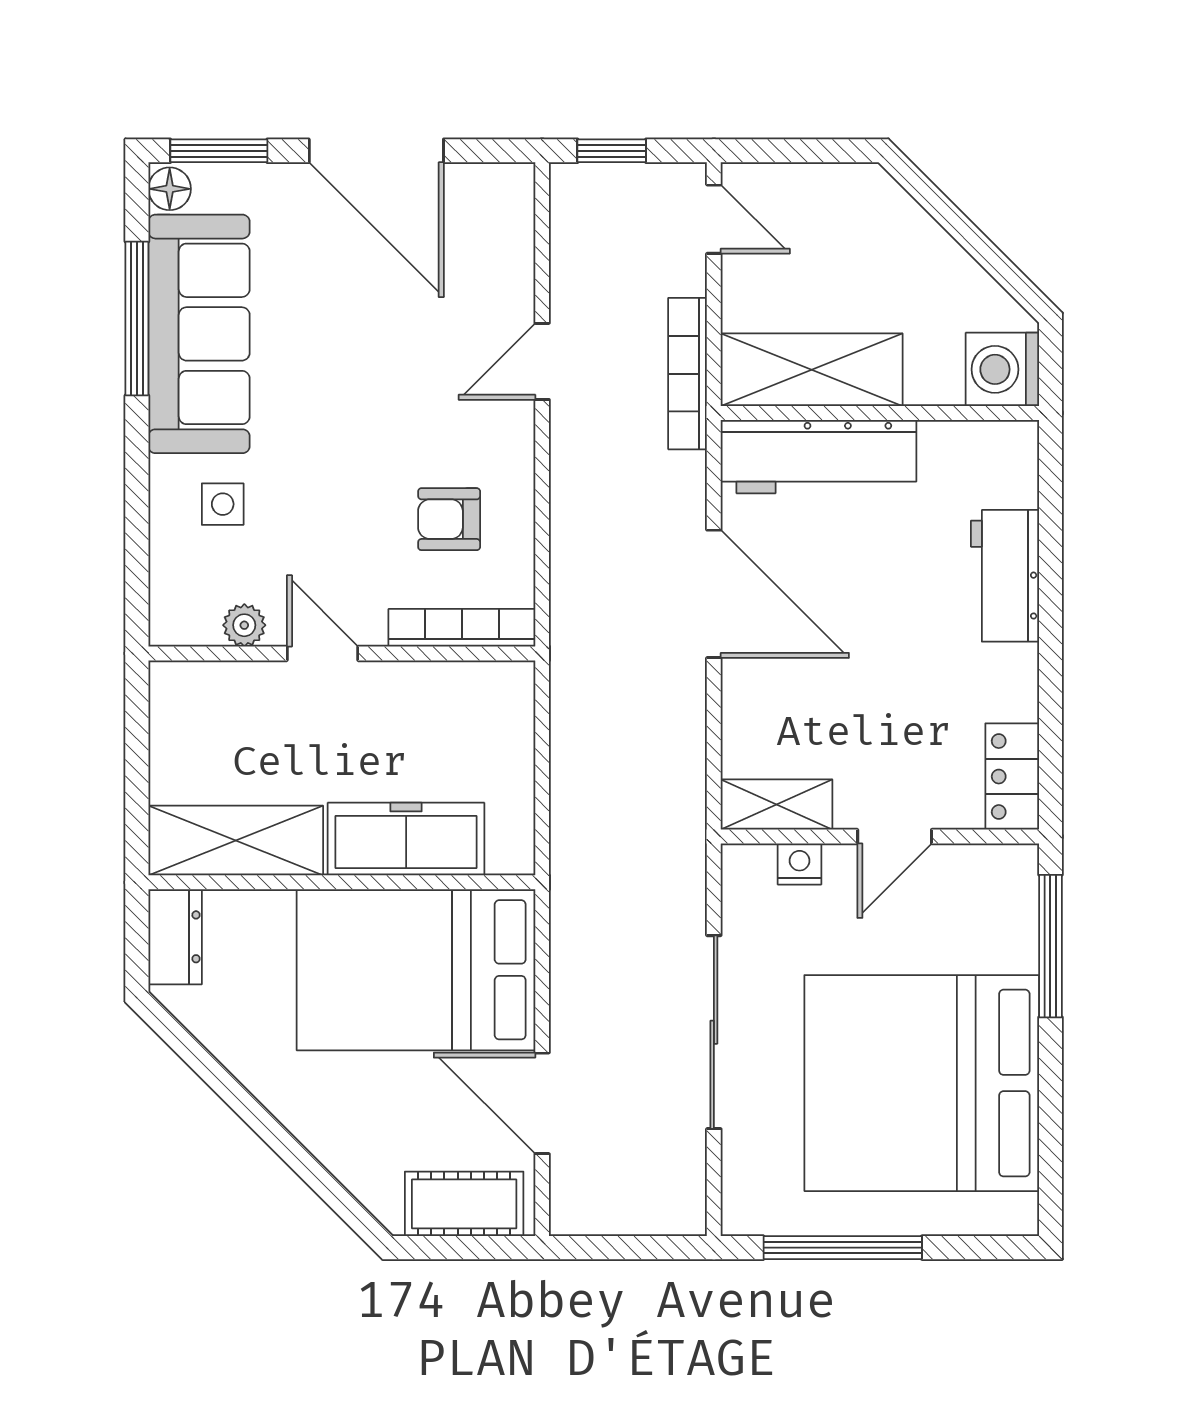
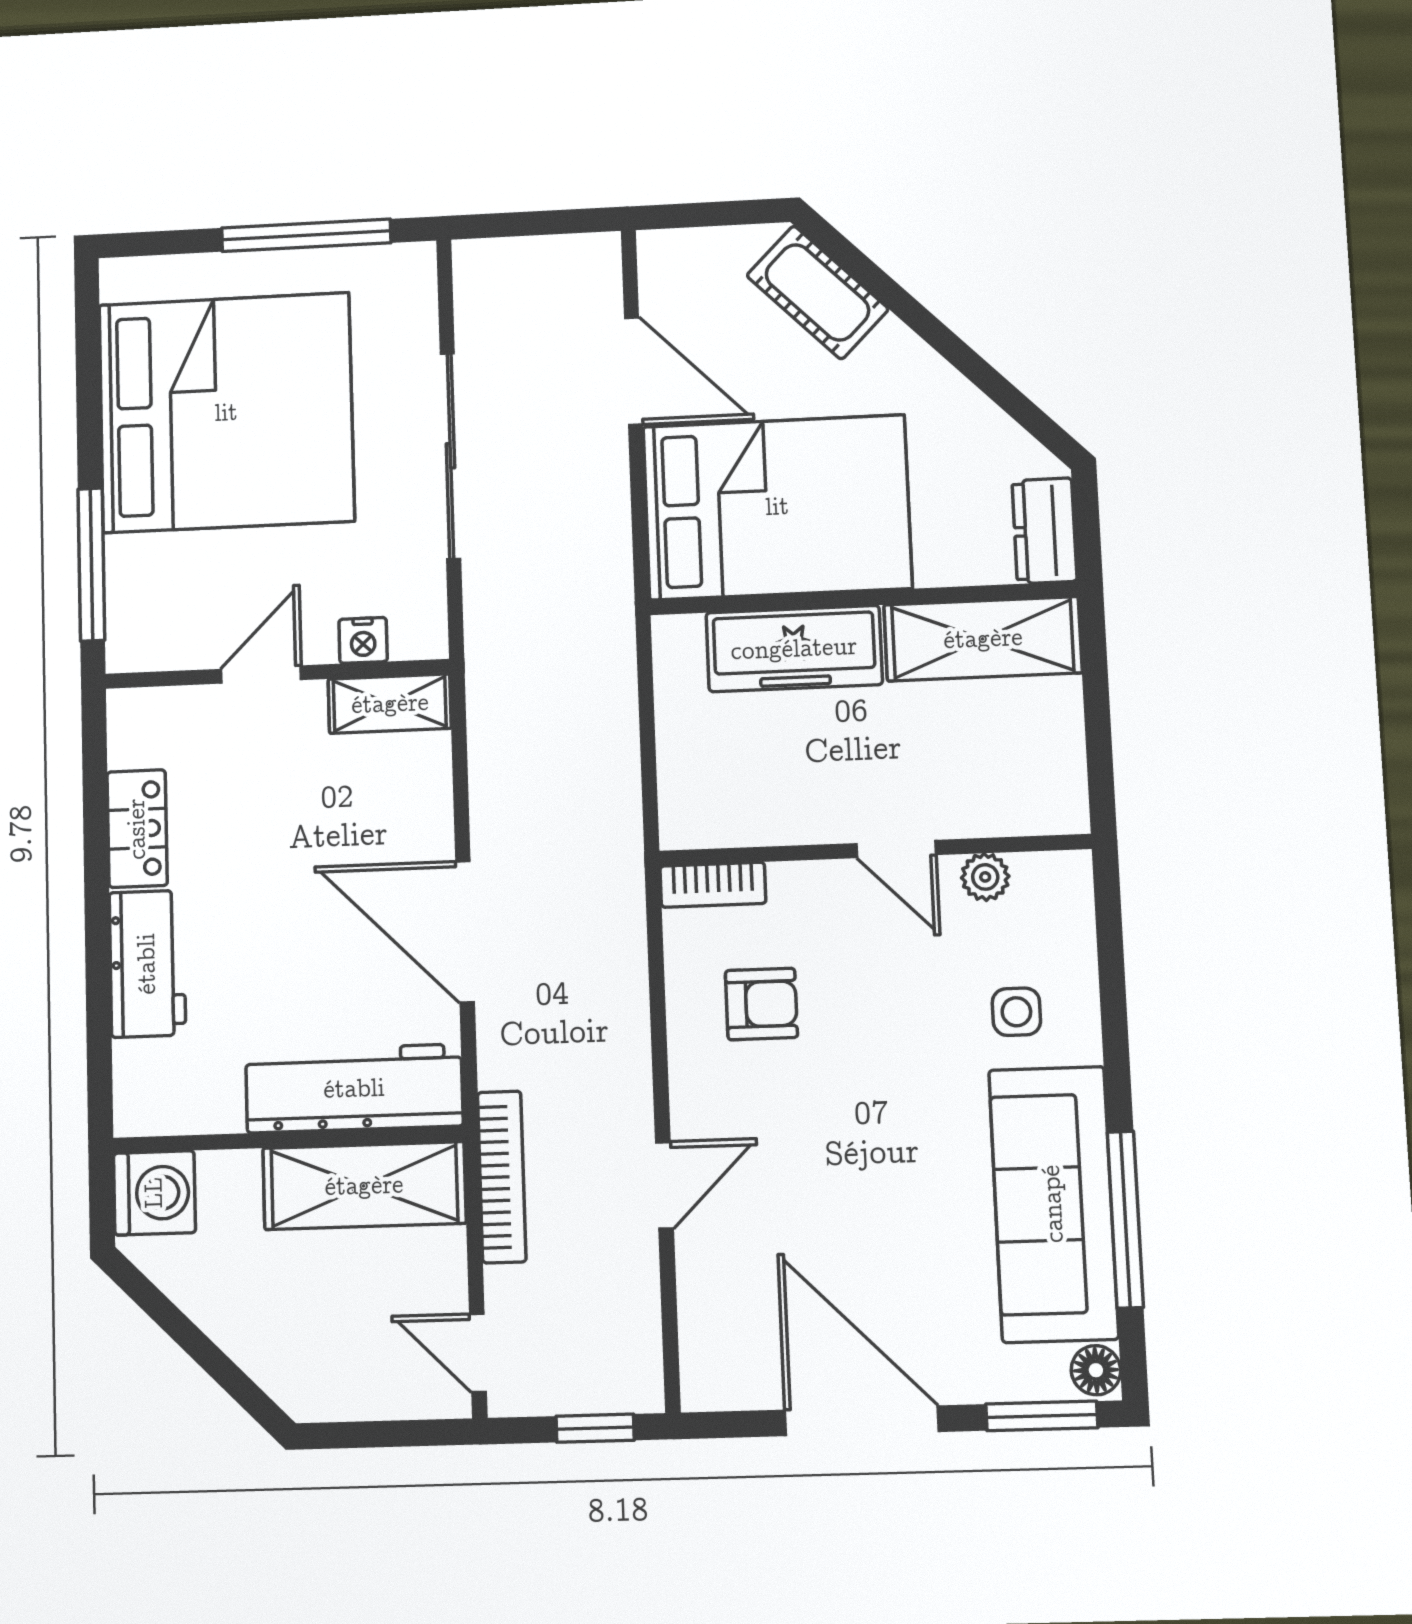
bookcase: (462, 628) -> (713, 885), width x0.64
locker: (1012, 777) -> (137, 829), moved
cot: (464, 1204) -> (817, 292), moved, turned 45

